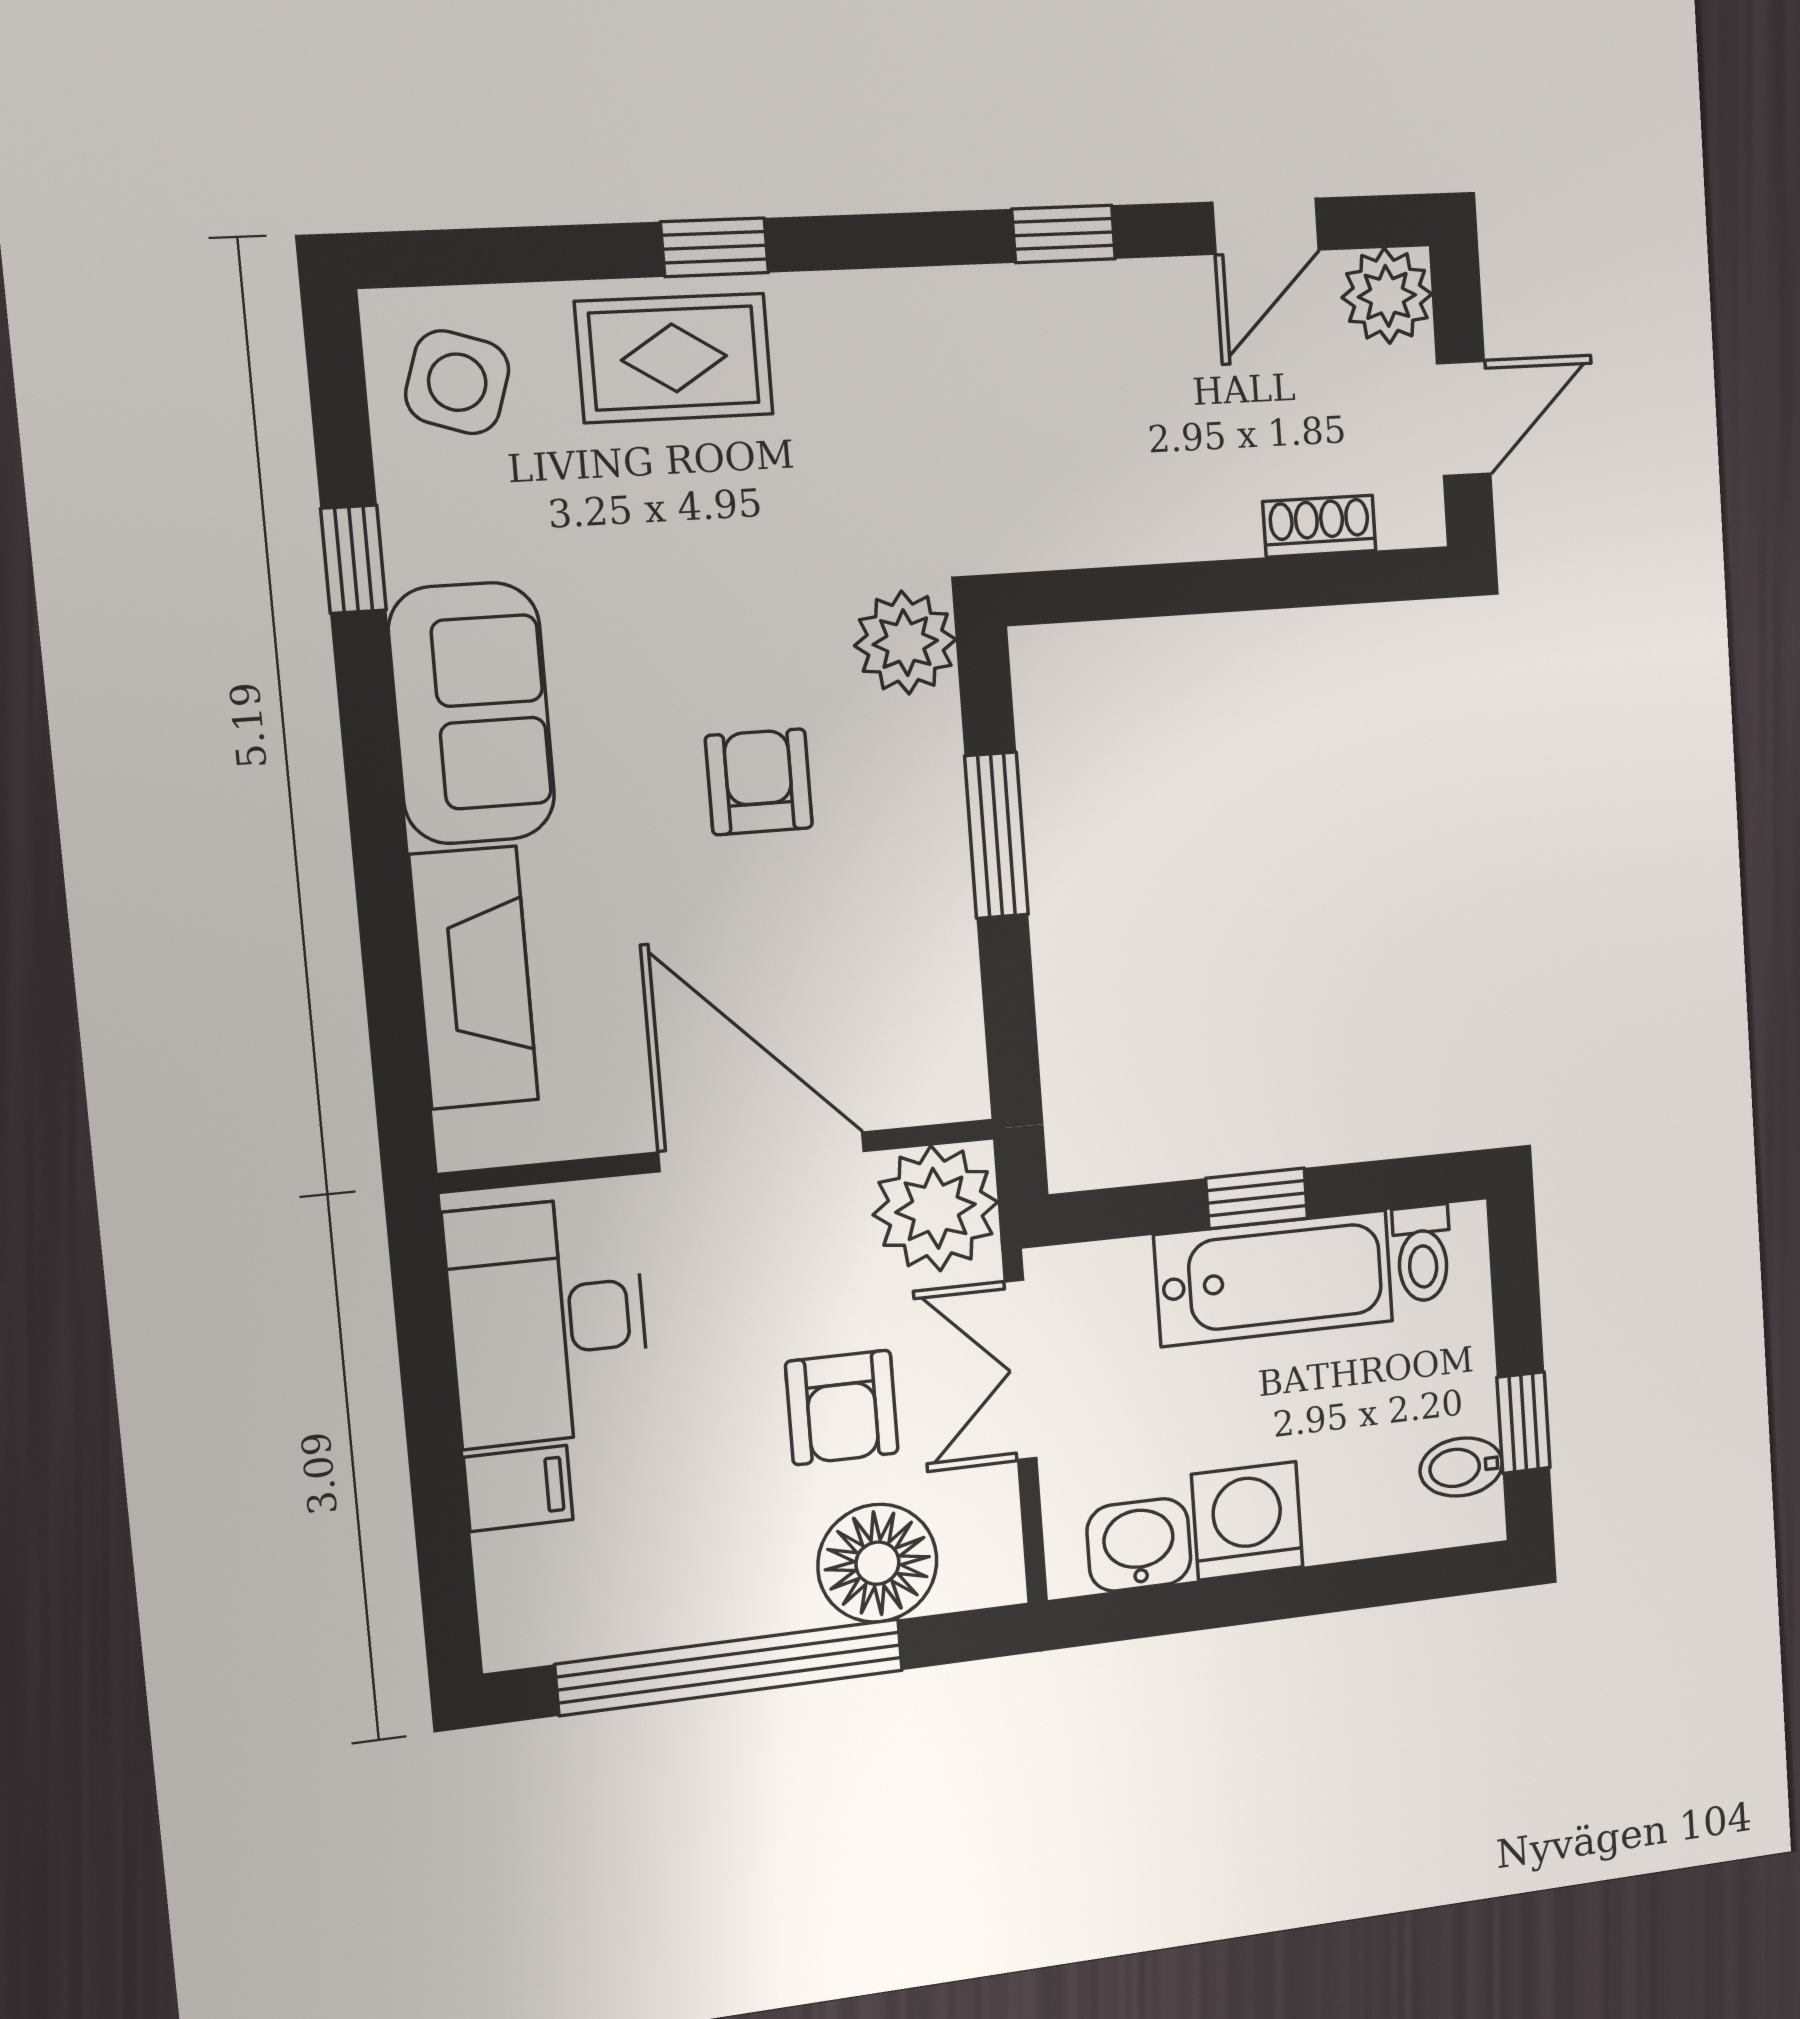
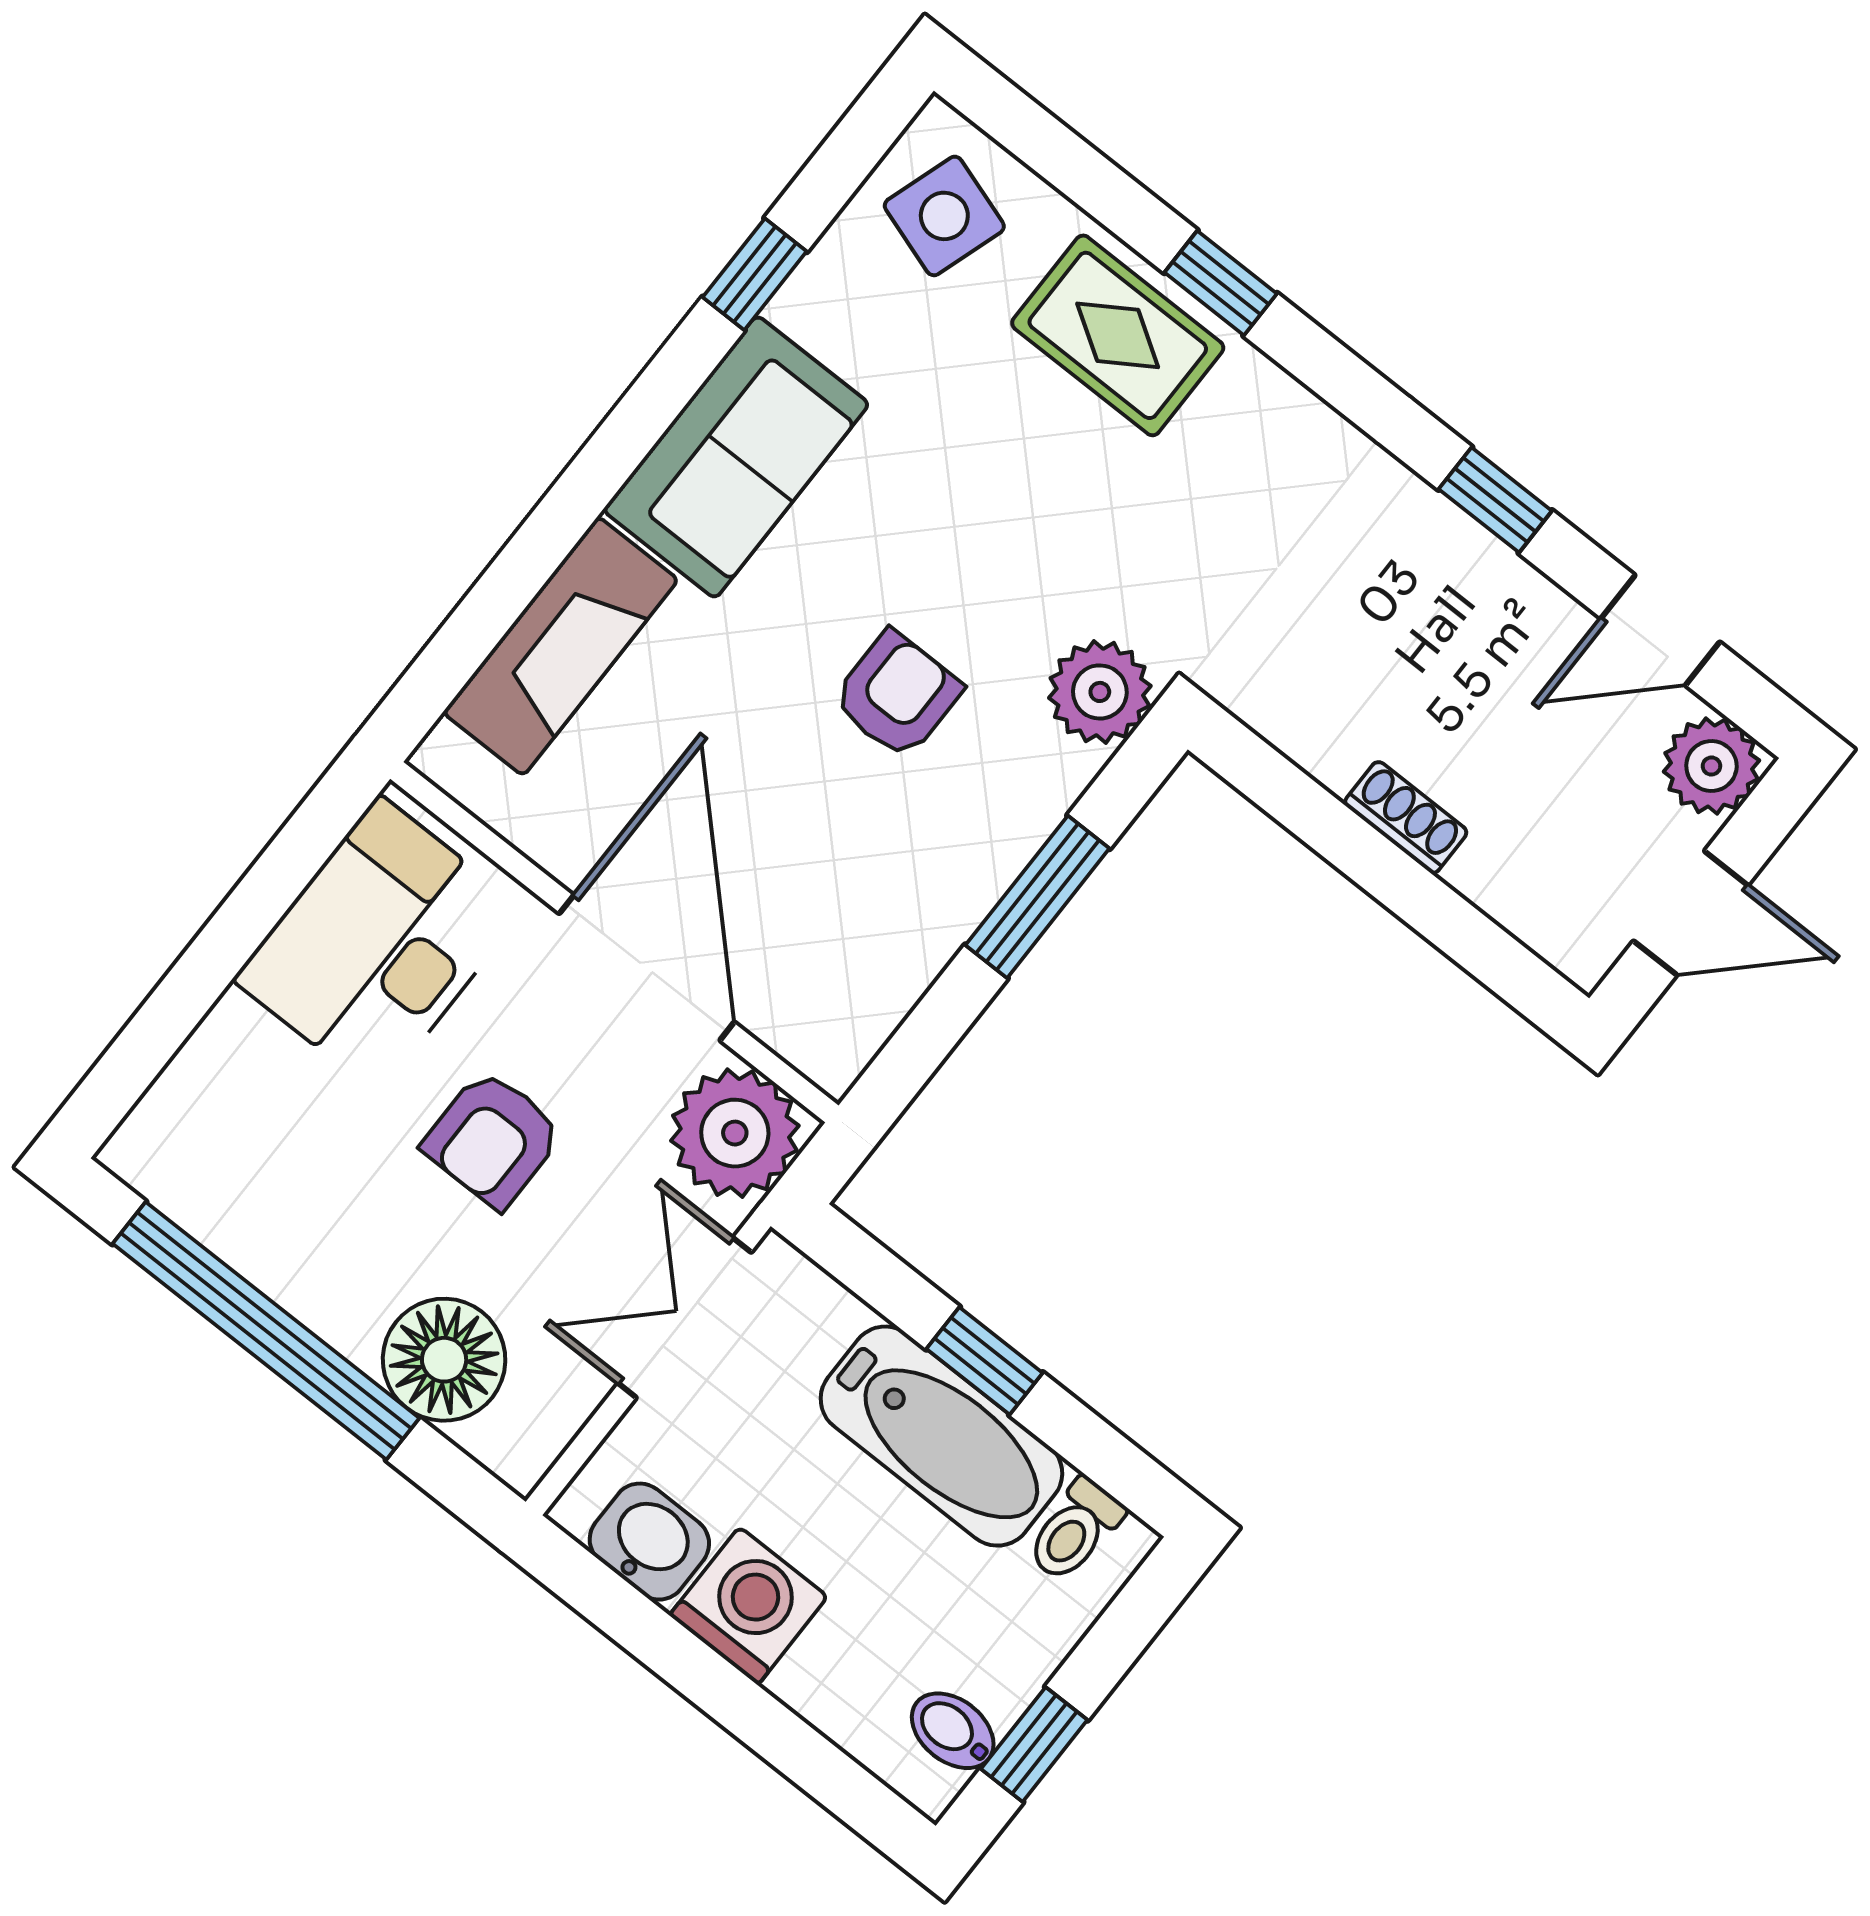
shoe rack: (1319, 526) -> (1406, 817), moved
armchair: (842, 1407) -> (493, 1139), moved
filing cabinet: (518, 1488) -> (243, 1047), removed

